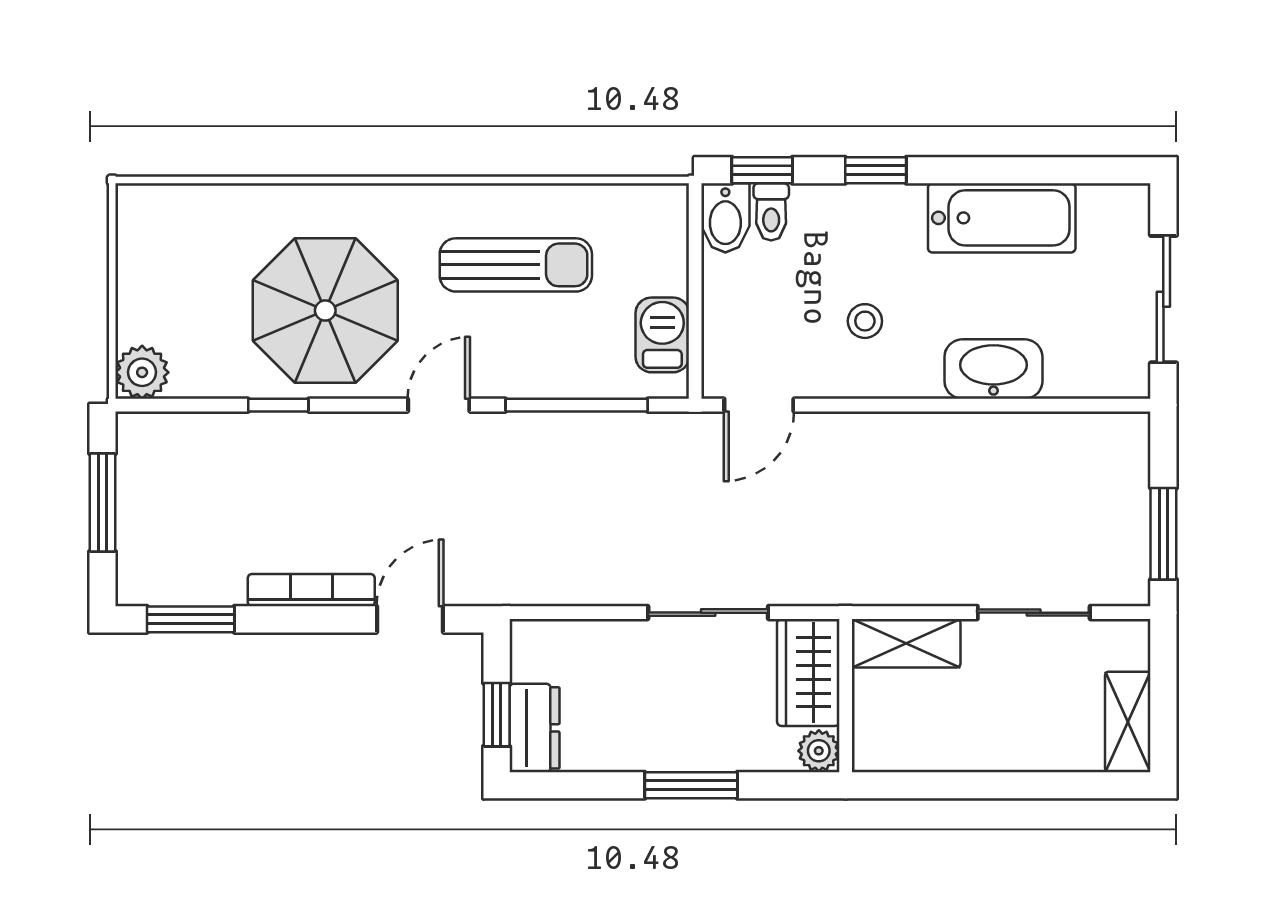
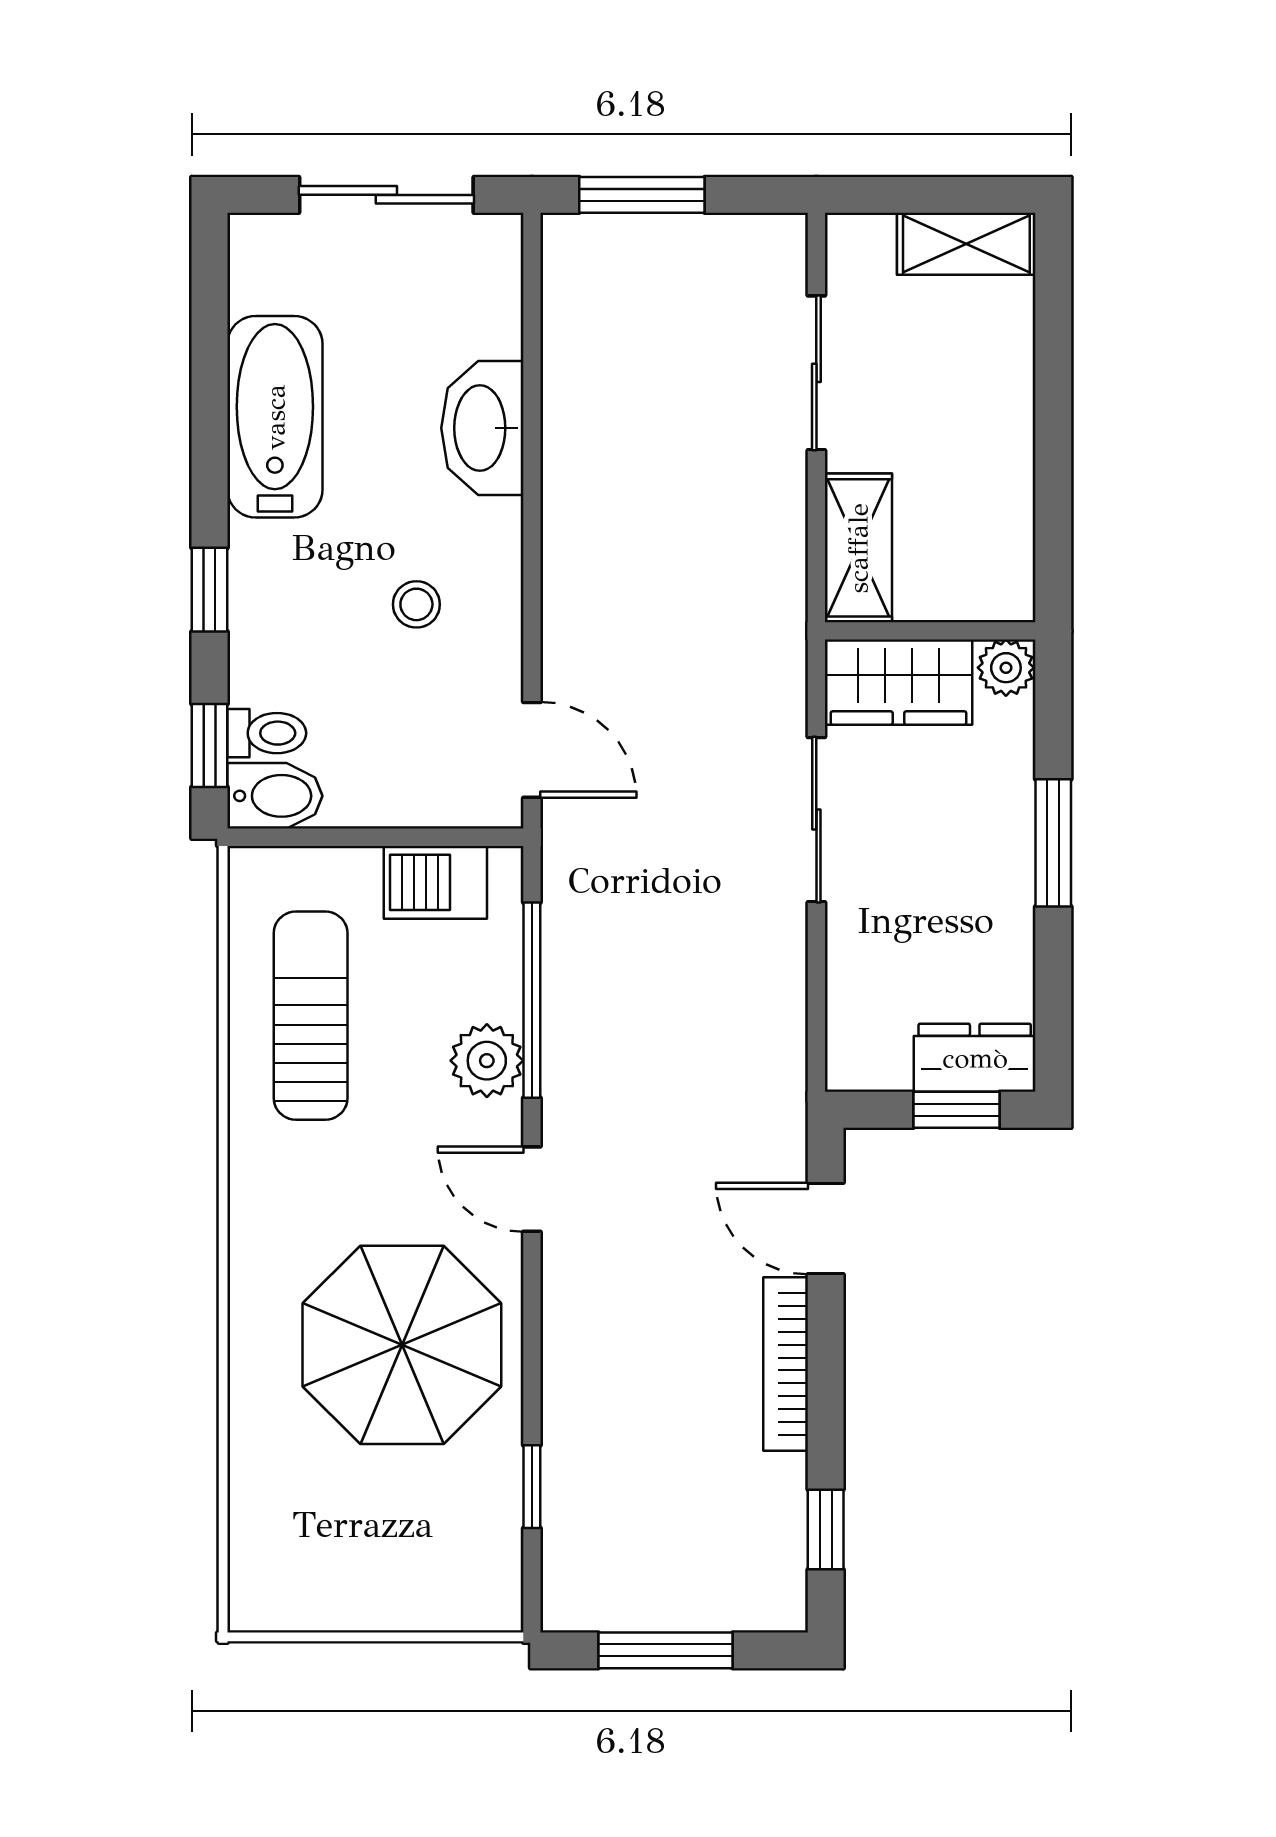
sun lounger: (516, 265) -> (311, 1016), moved
plant: (142, 372) -> (487, 1061), moved
window: (278, 405) -> (532, 1487), moved
window: (1163, 534) -> (642, 195), moved
window: (191, 619) -> (826, 1529), width x0.67

